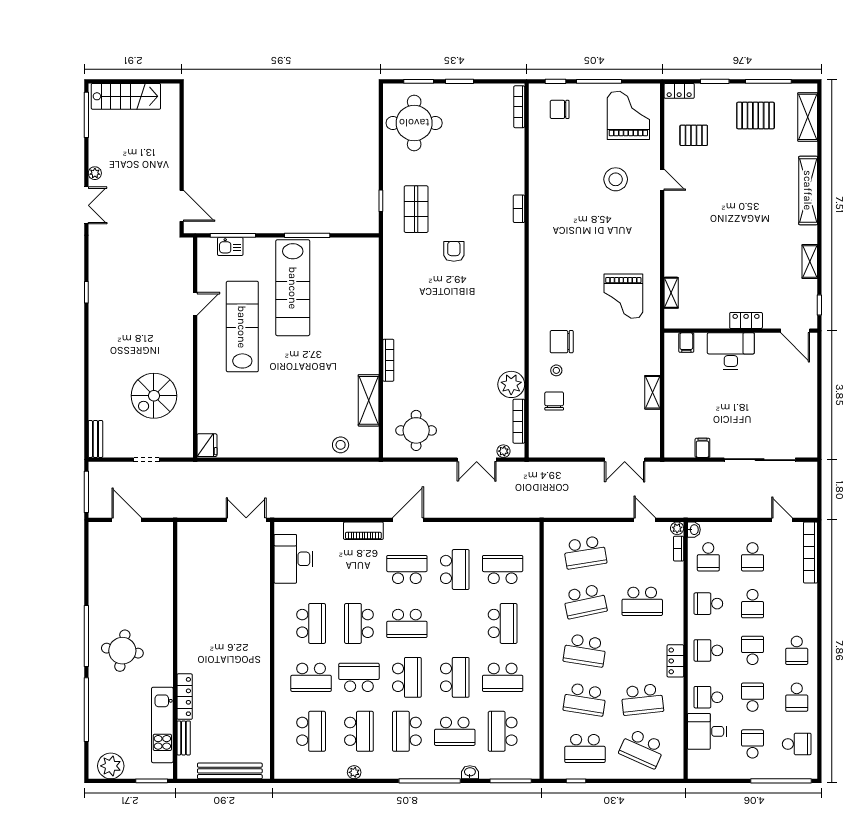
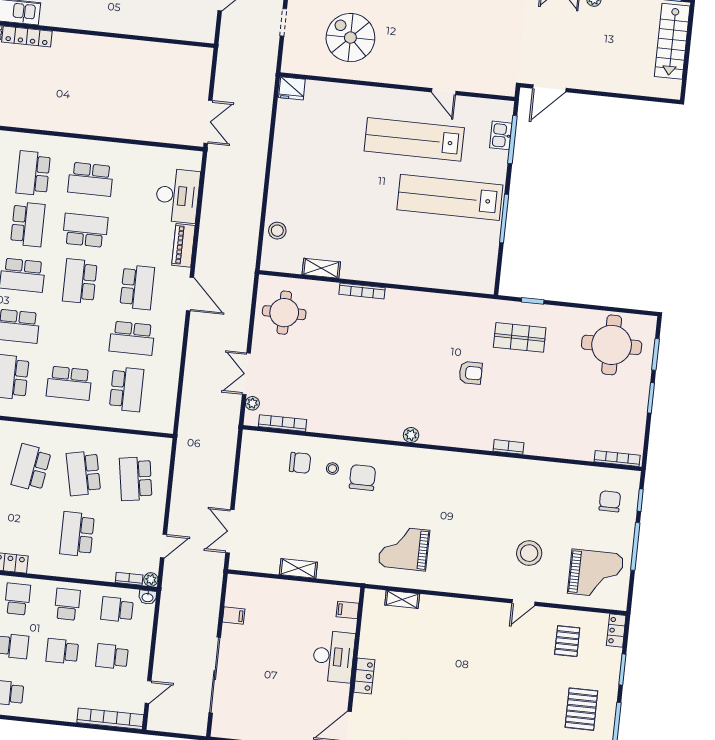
lab bench: (242, 327) -> (414, 139), turned 180
plant: (511, 384) -> (411, 435), moved, width x0.53, depth x0.53
shelving: (369, 400) -> (321, 268), width x0.67, depth x0.75
desk: (293, 559) -> (177, 196), moved, turned 90

